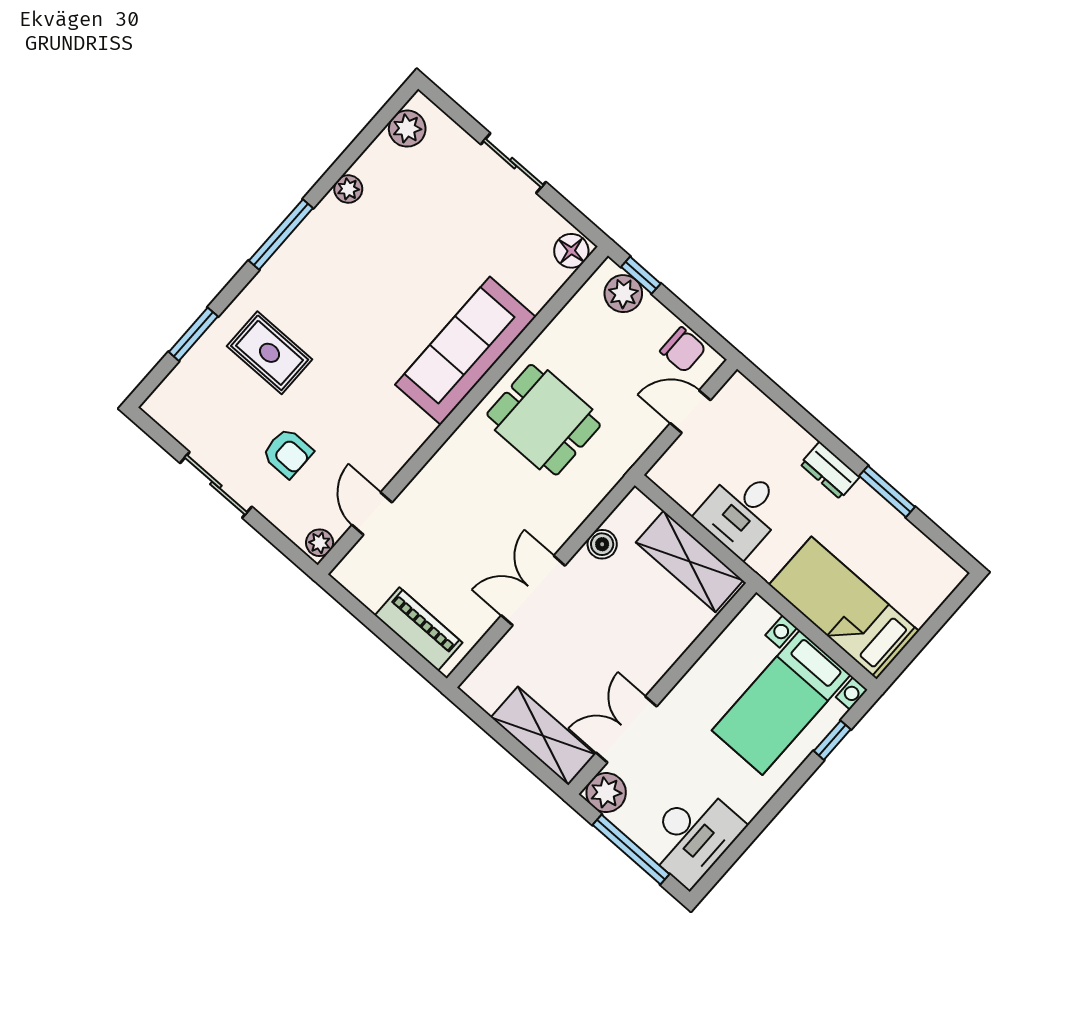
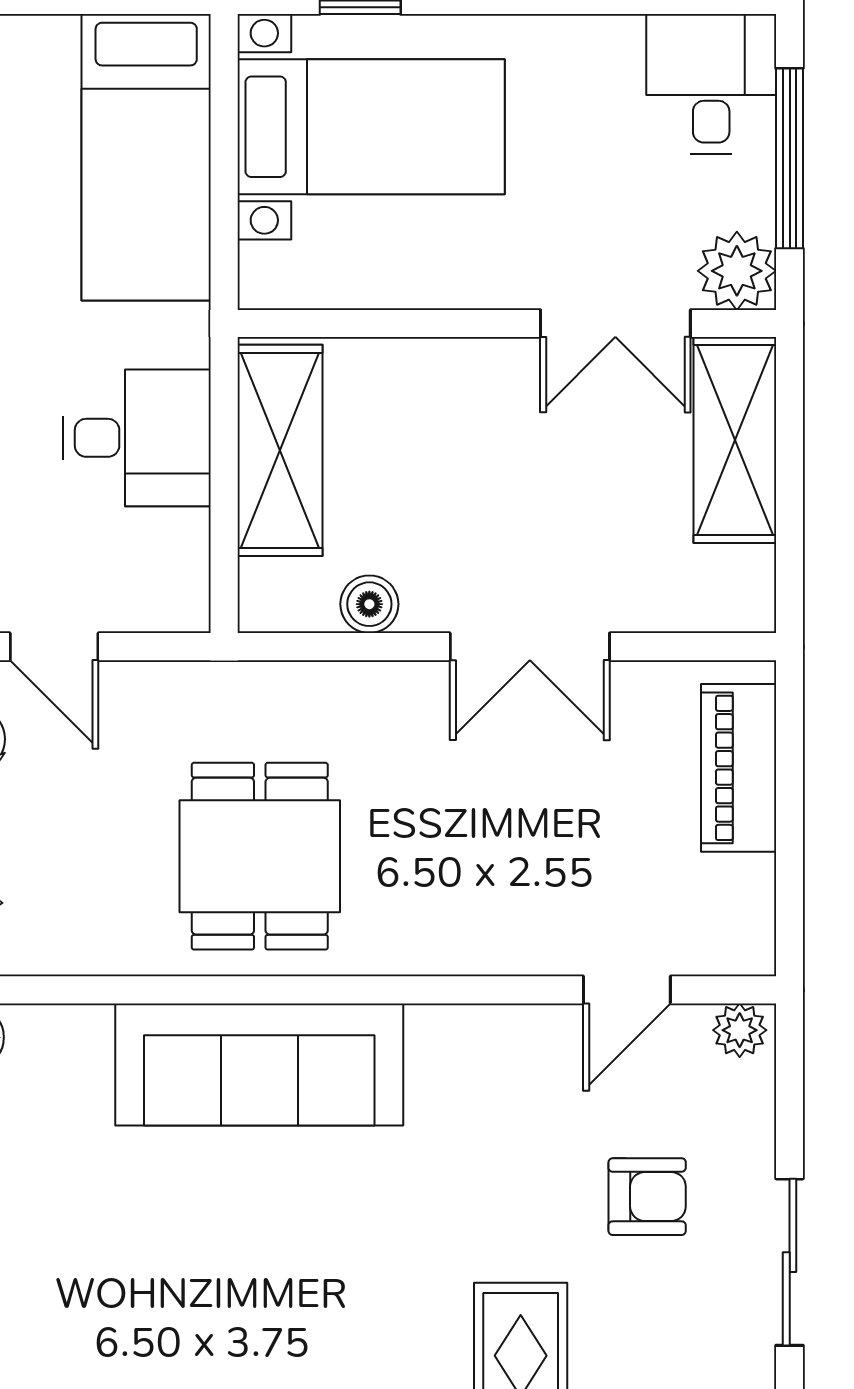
armchair: (288, 453) -> (647, 1197), turned 90
desk: (693, 836) -> (711, 84), width x0.73

